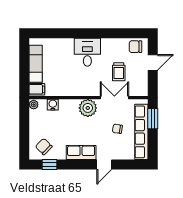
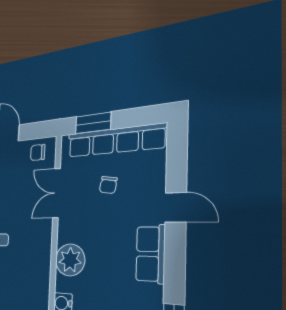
trolley: (119, 72) -> (19, 188), removed
chair: (139, 84) -> (38, 152), added
plant: (88, 108) -> (70, 260), moved

